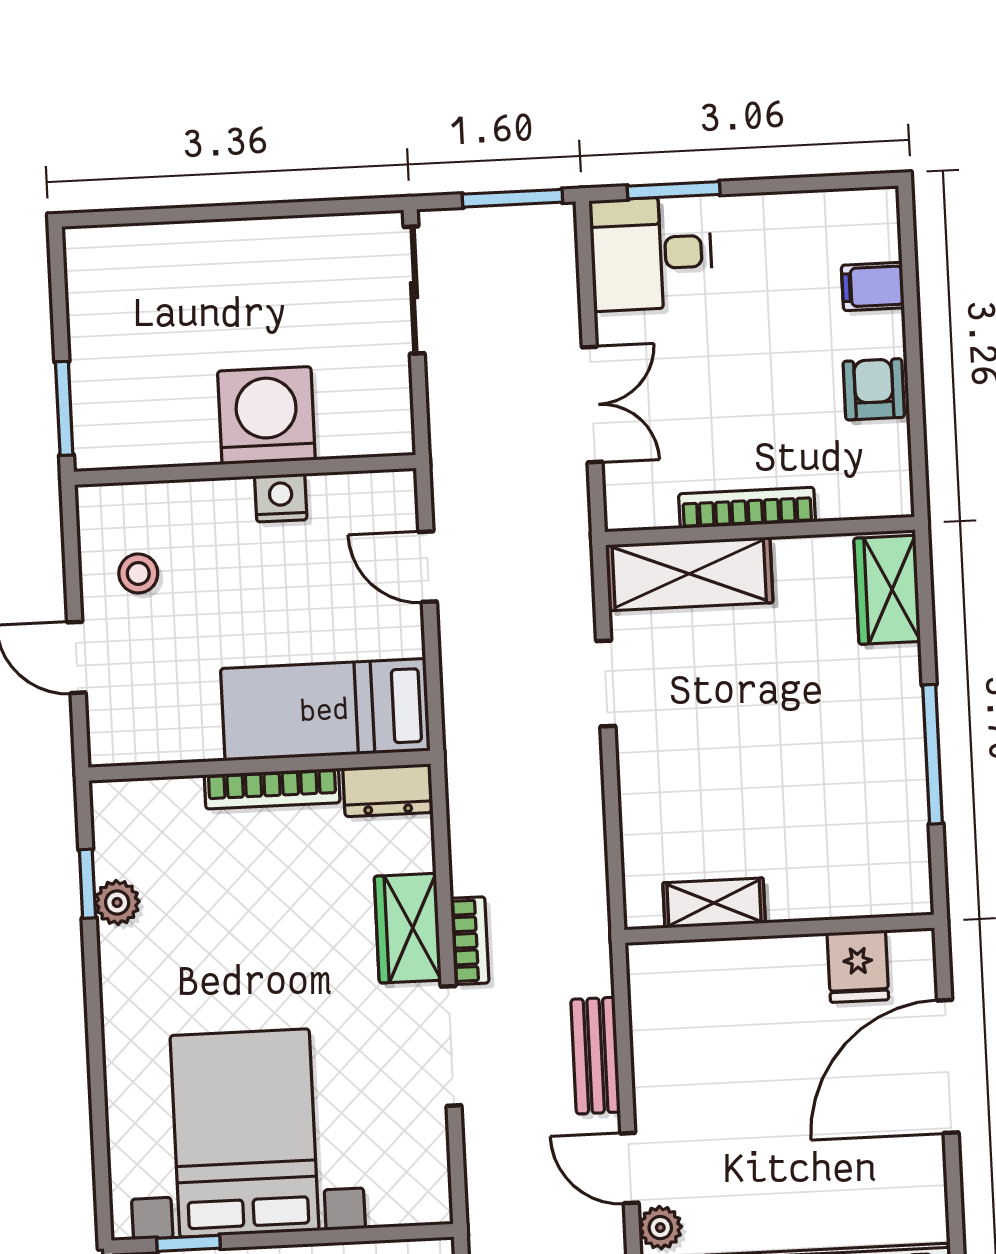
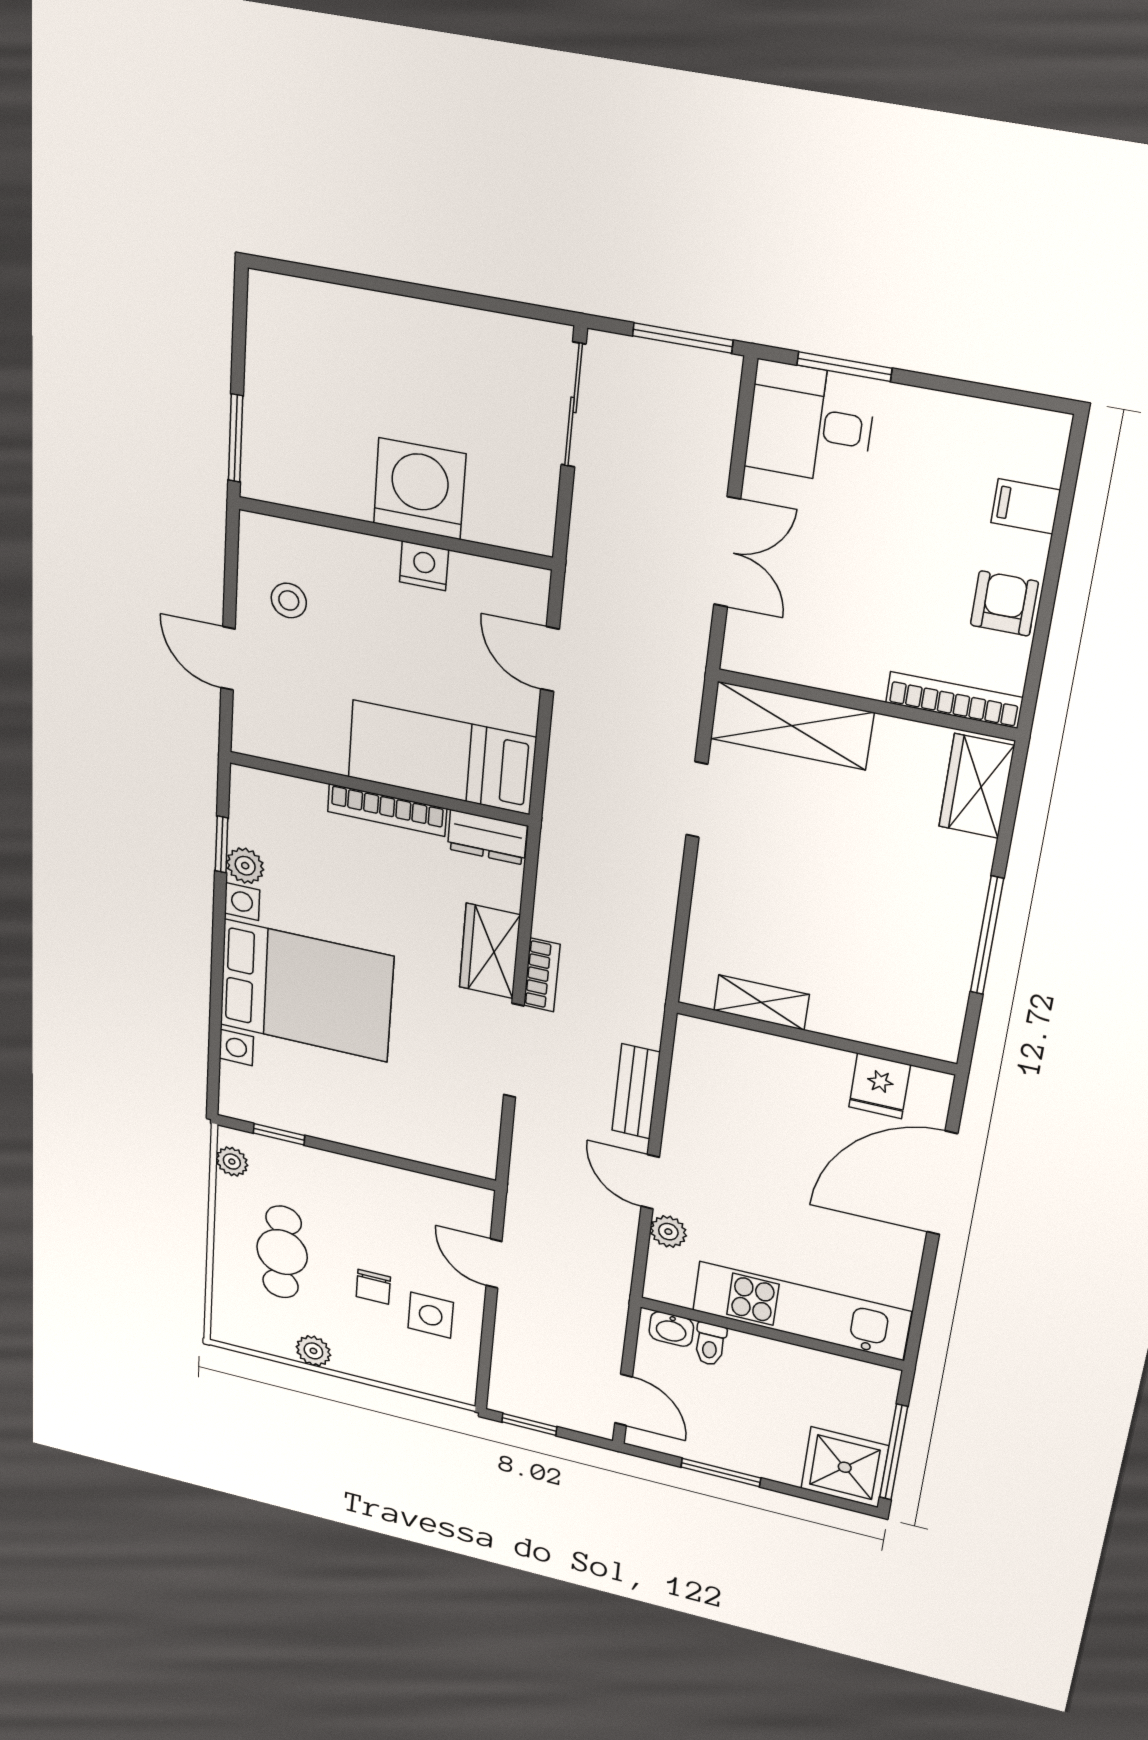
bookcase: (747, 508) -> (954, 700), moved
bed with nightstands: (245, 1133) -> (306, 991), moved, turned 90

